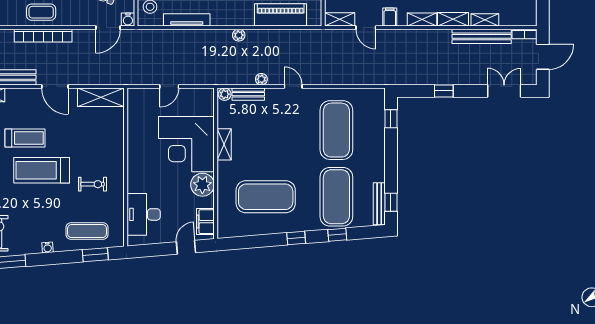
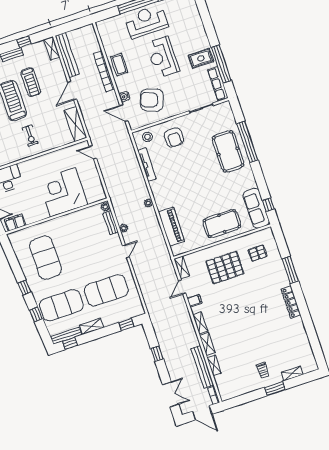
water cooler: (128, 20) -> (124, 97), moved
door: (169, 86) -> (93, 152), moved
shelving: (224, 144) -> (92, 326), moved
exercise bike: (93, 184) -> (30, 136), moved
plant: (202, 185) -> (39, 212), removed

